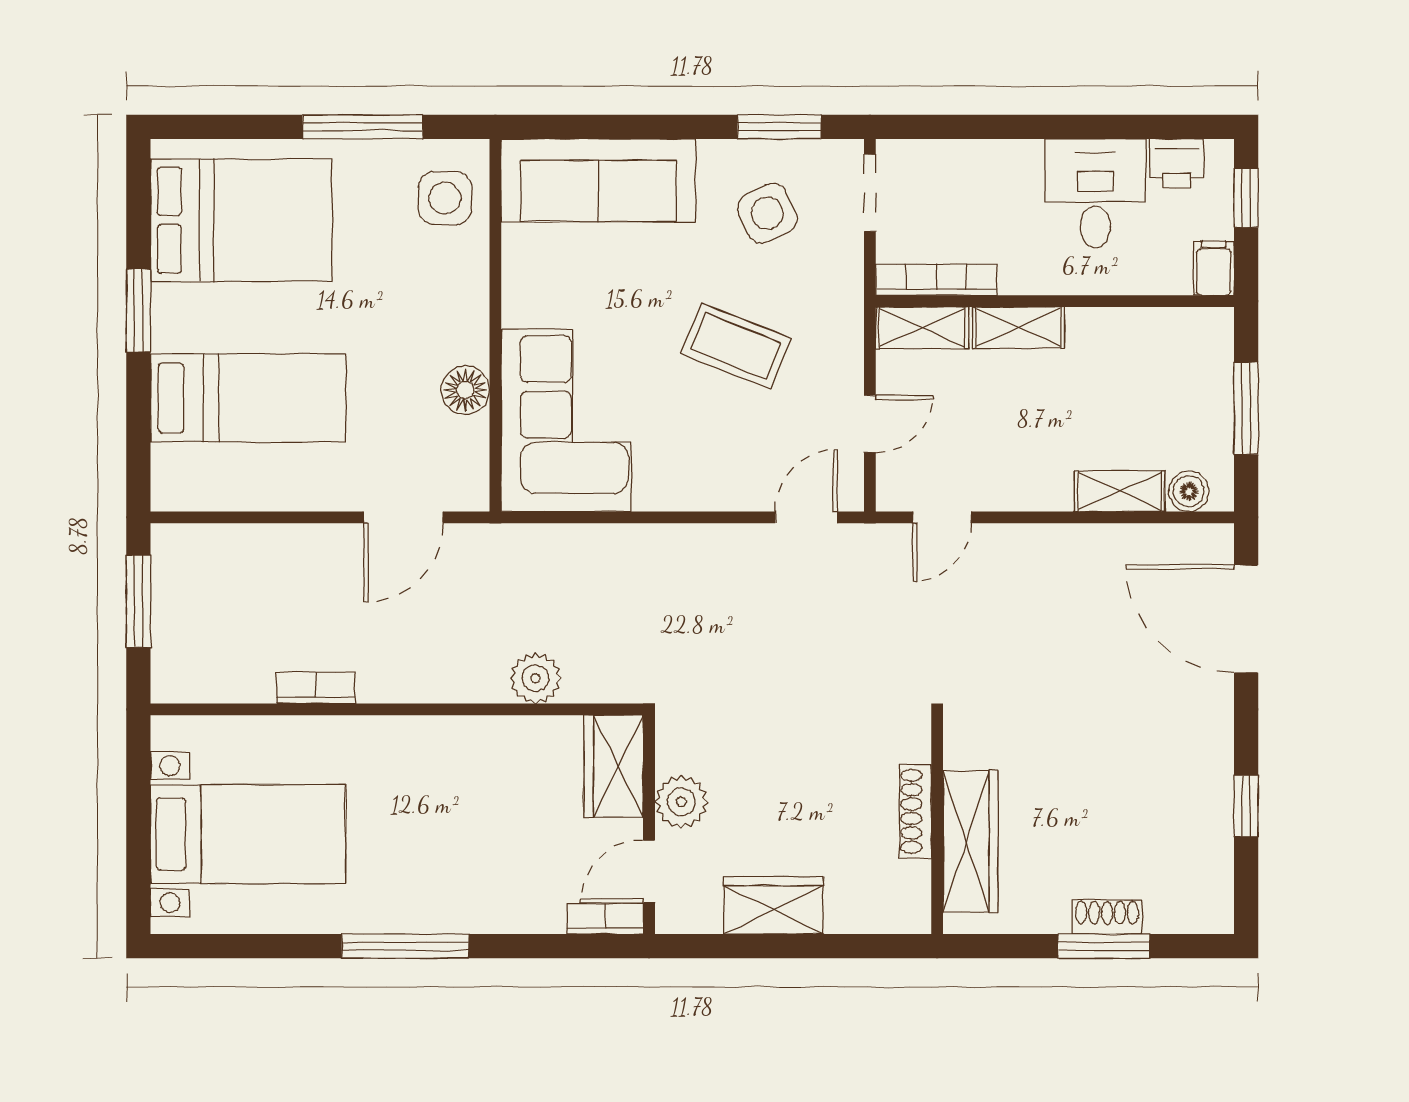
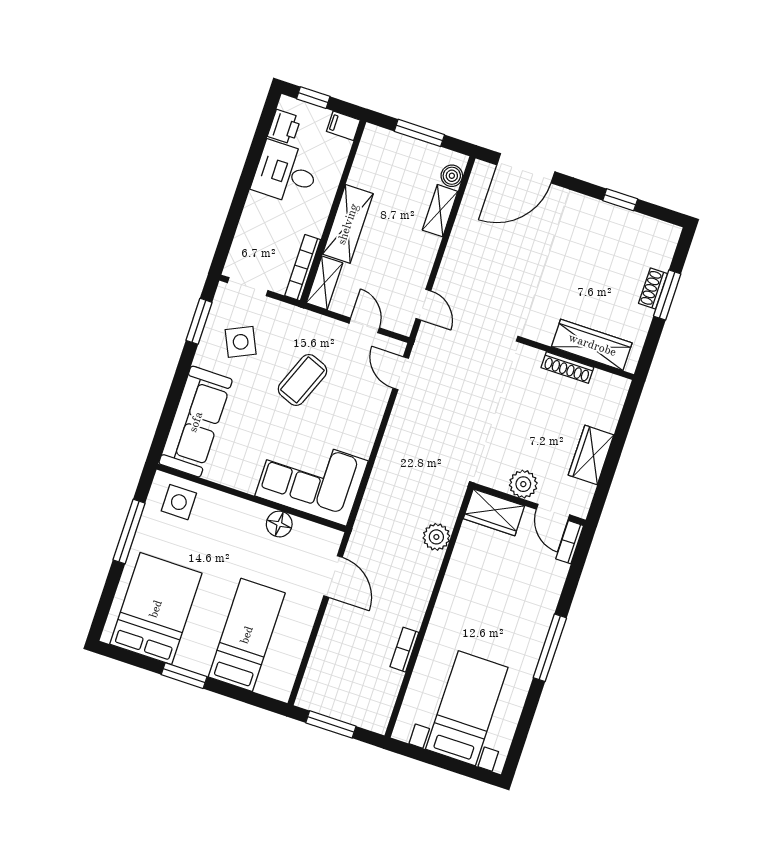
shelving: (1018, 328) -> (348, 224), width x1.50, depth x1.33

